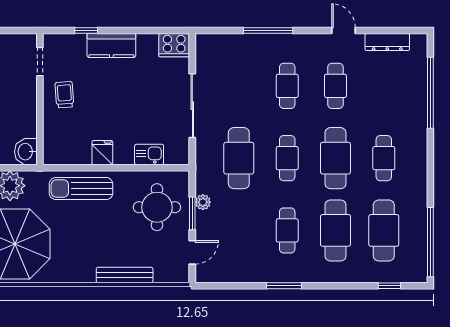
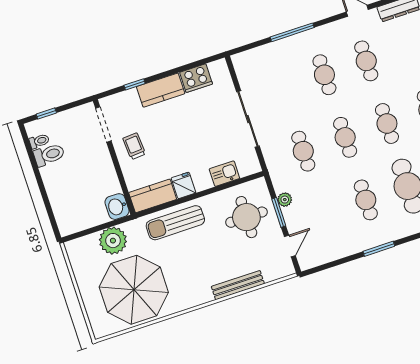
cooker: (174, 45) -> (196, 78), moved
doorway: (40, 62) -> (103, 125), width x1.38
kitchen counter: (67, 153) -> (153, 196), added
cafe table: (239, 158) -> (303, 151), width x0.73, depth x0.74
cafe table: (335, 158) -> (387, 124), width x0.73, depth x0.74

